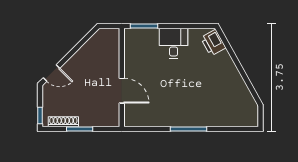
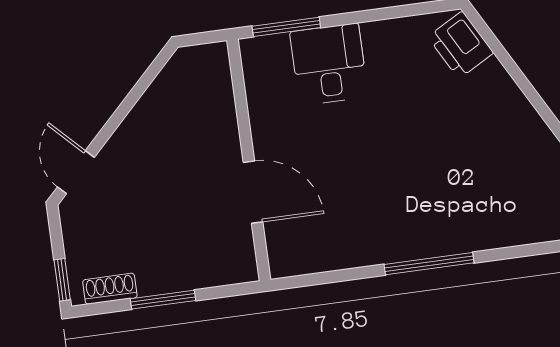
desk: (174, 43) -> (329, 64), moved
door: (51, 73) -> (76, 172), swing flipped
shoe rack: (63, 122) -> (110, 289), width x0.70

